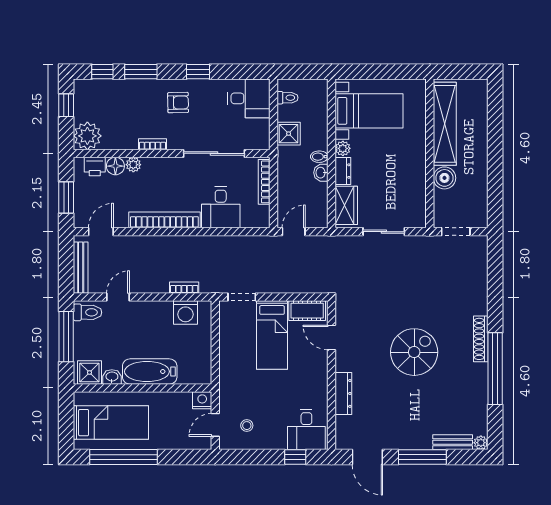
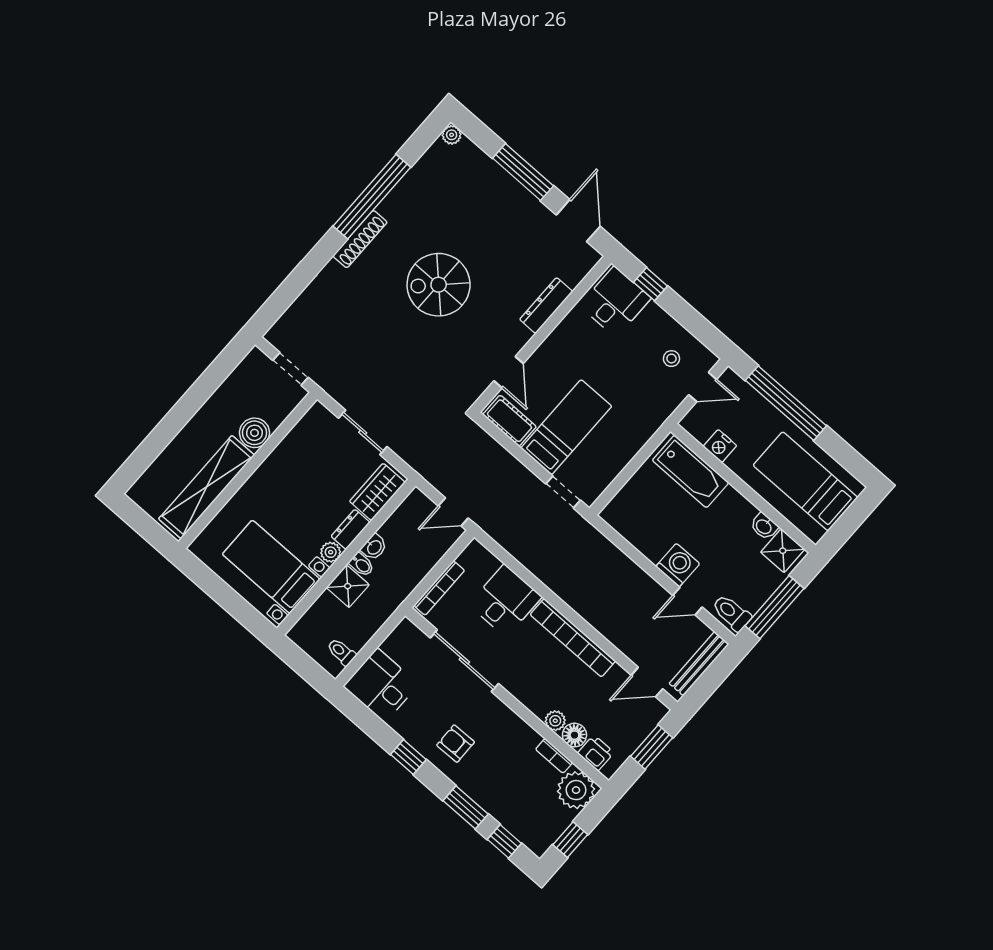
shower: (289, 134) -> (348, 586), moved
bookcase: (153, 144) -> (554, 756), moved
bookcase: (184, 288) -> (613, 552), removed
washing machine: (186, 312) -> (678, 565), moved
bathtub: (150, 372) -> (691, 471), moved
nightstand: (202, 400) -> (720, 446), moved
bench: (453, 442) -> (480, 160), removed
window: (124, 457) -> (786, 403), moved

